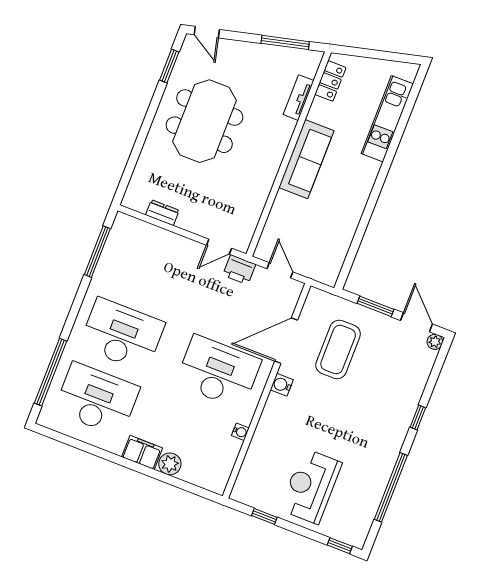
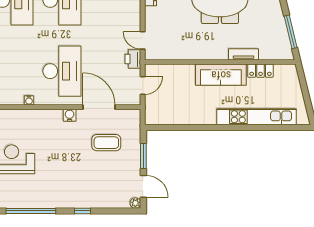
locker: (330, 81) -> (260, 71), moved
tv unit: (298, 98) -> (243, 54), moved
kitchen unit: (387, 119) -> (257, 117), width x1.36
door: (417, 322) -> (143, 186), hinge flipped
coffee table: (338, 349) -> (106, 143), width x0.73, depth x0.76

